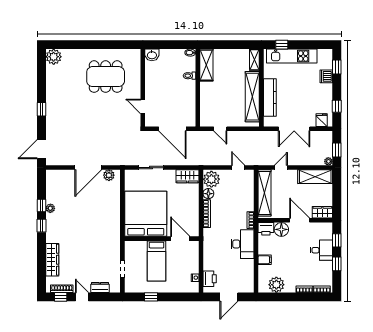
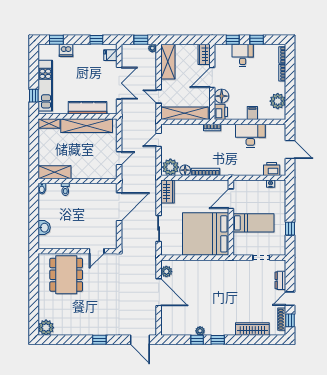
wall: (143, 88) -> (78, 251), moved
door: (143, 107) -> (97, 251), moved
desk: (242, 244) -> (250, 136), moved

